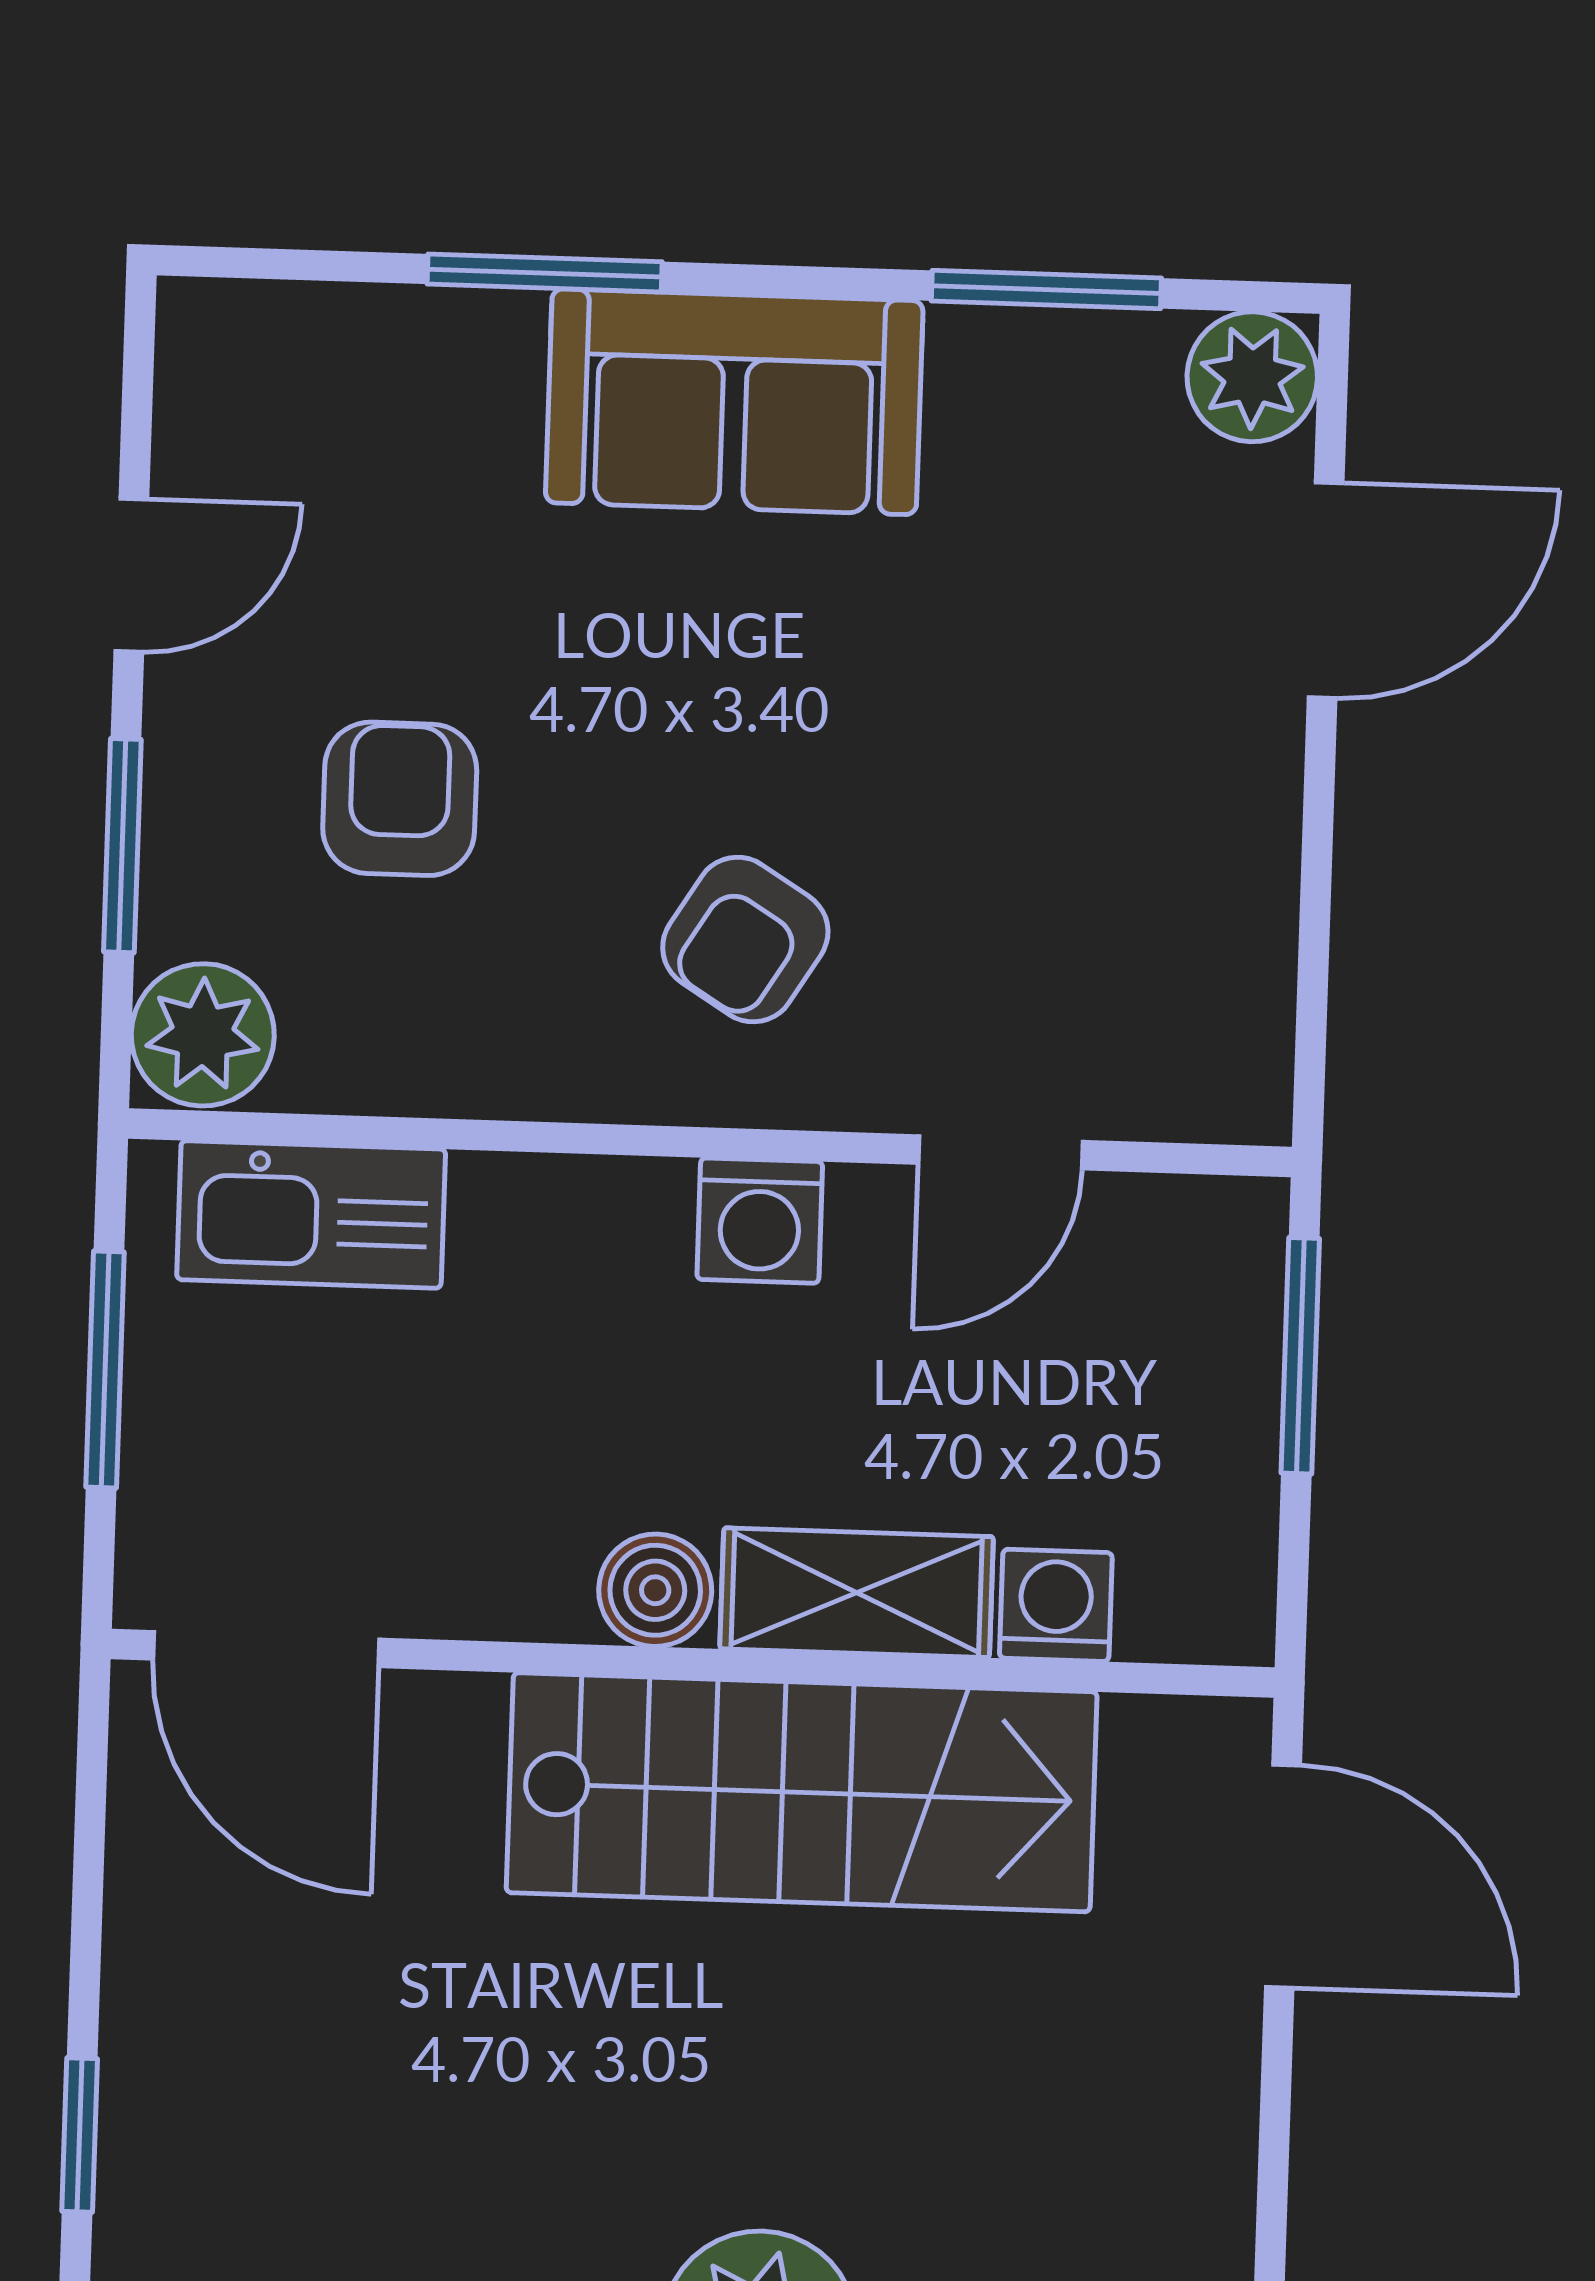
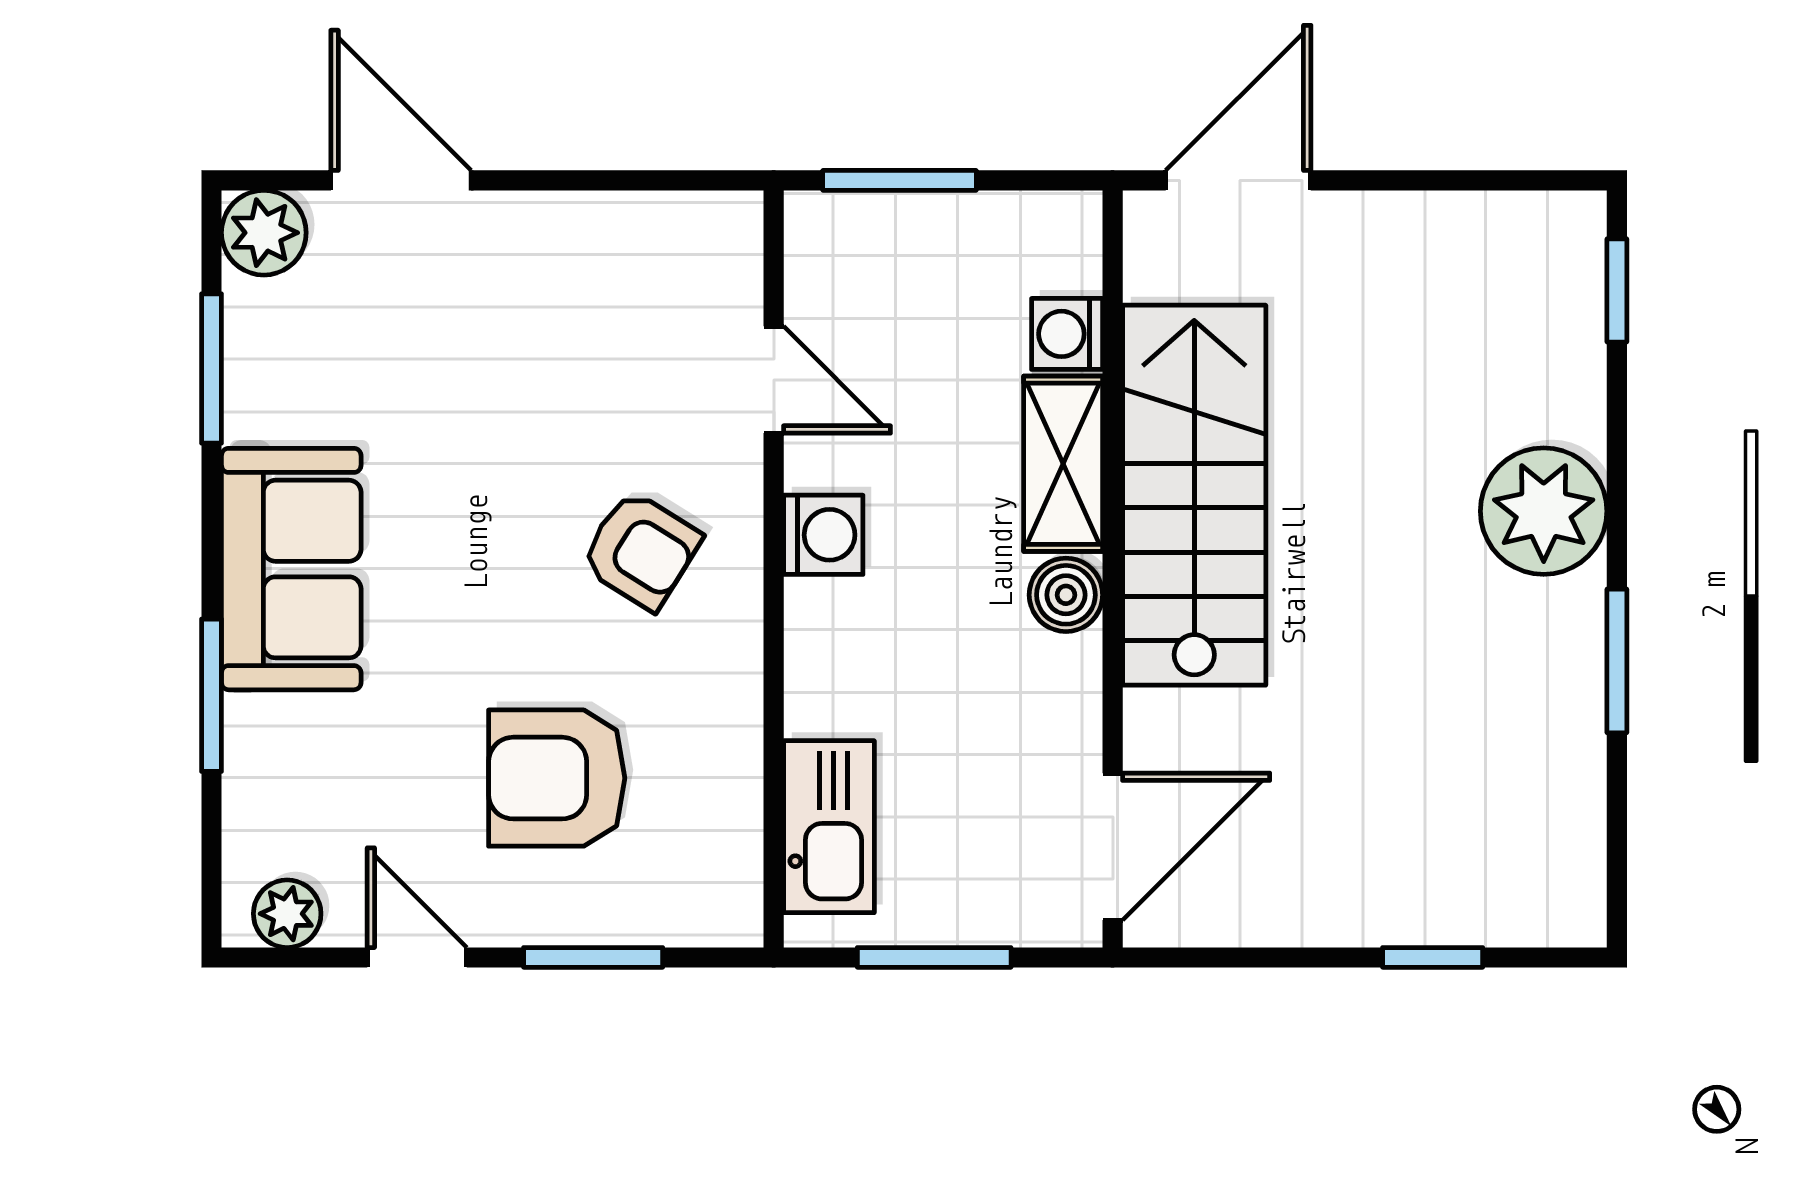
armchair: (400, 799) -> (557, 778), width x1.38, depth x1.38
plant: (203, 1035) -> (287, 914), moved, width x0.73, depth x0.73

